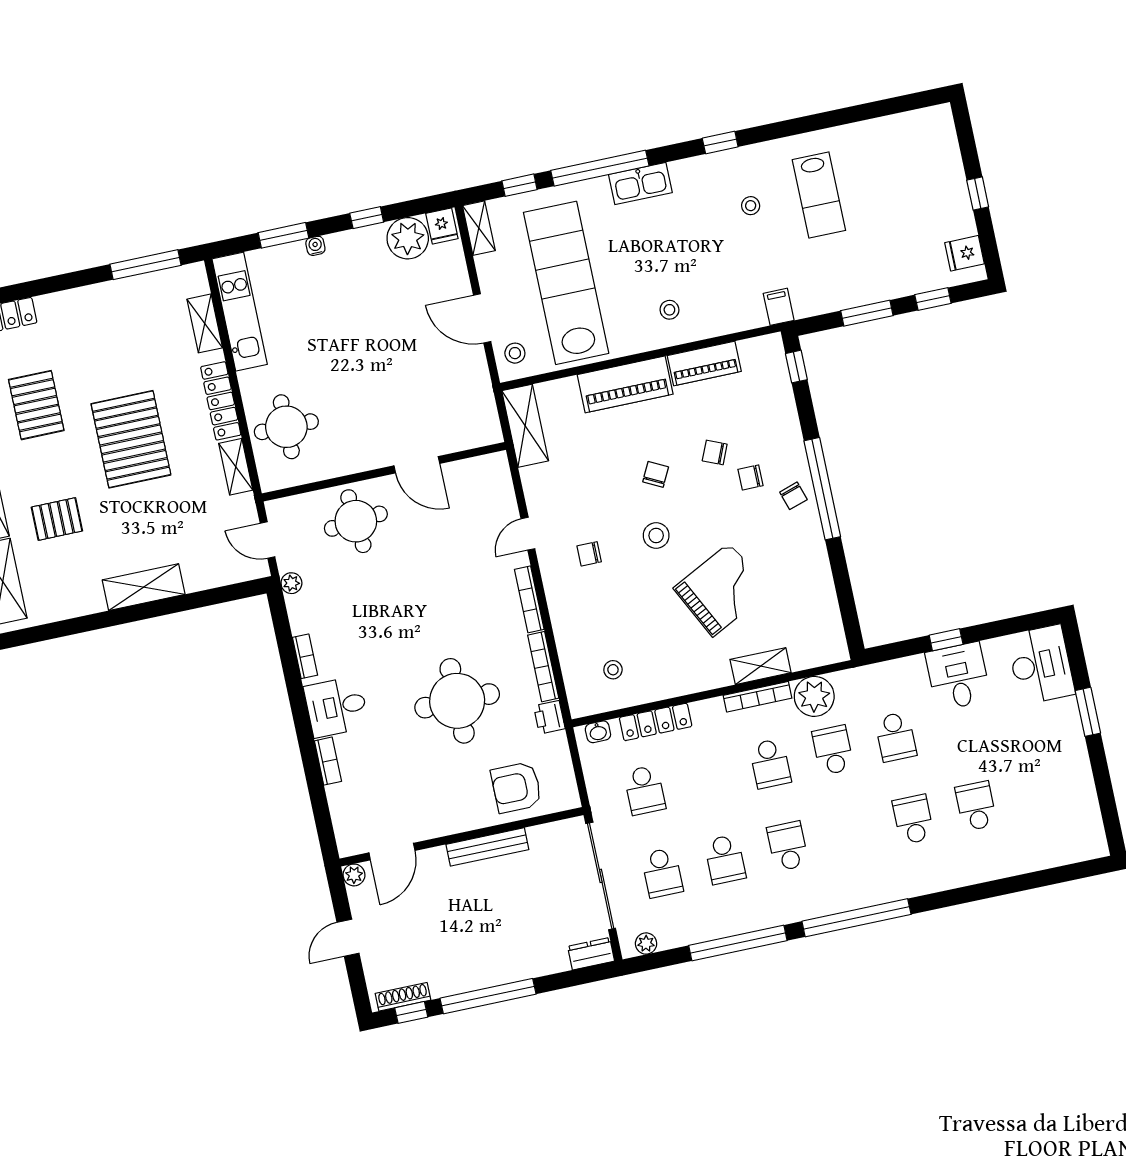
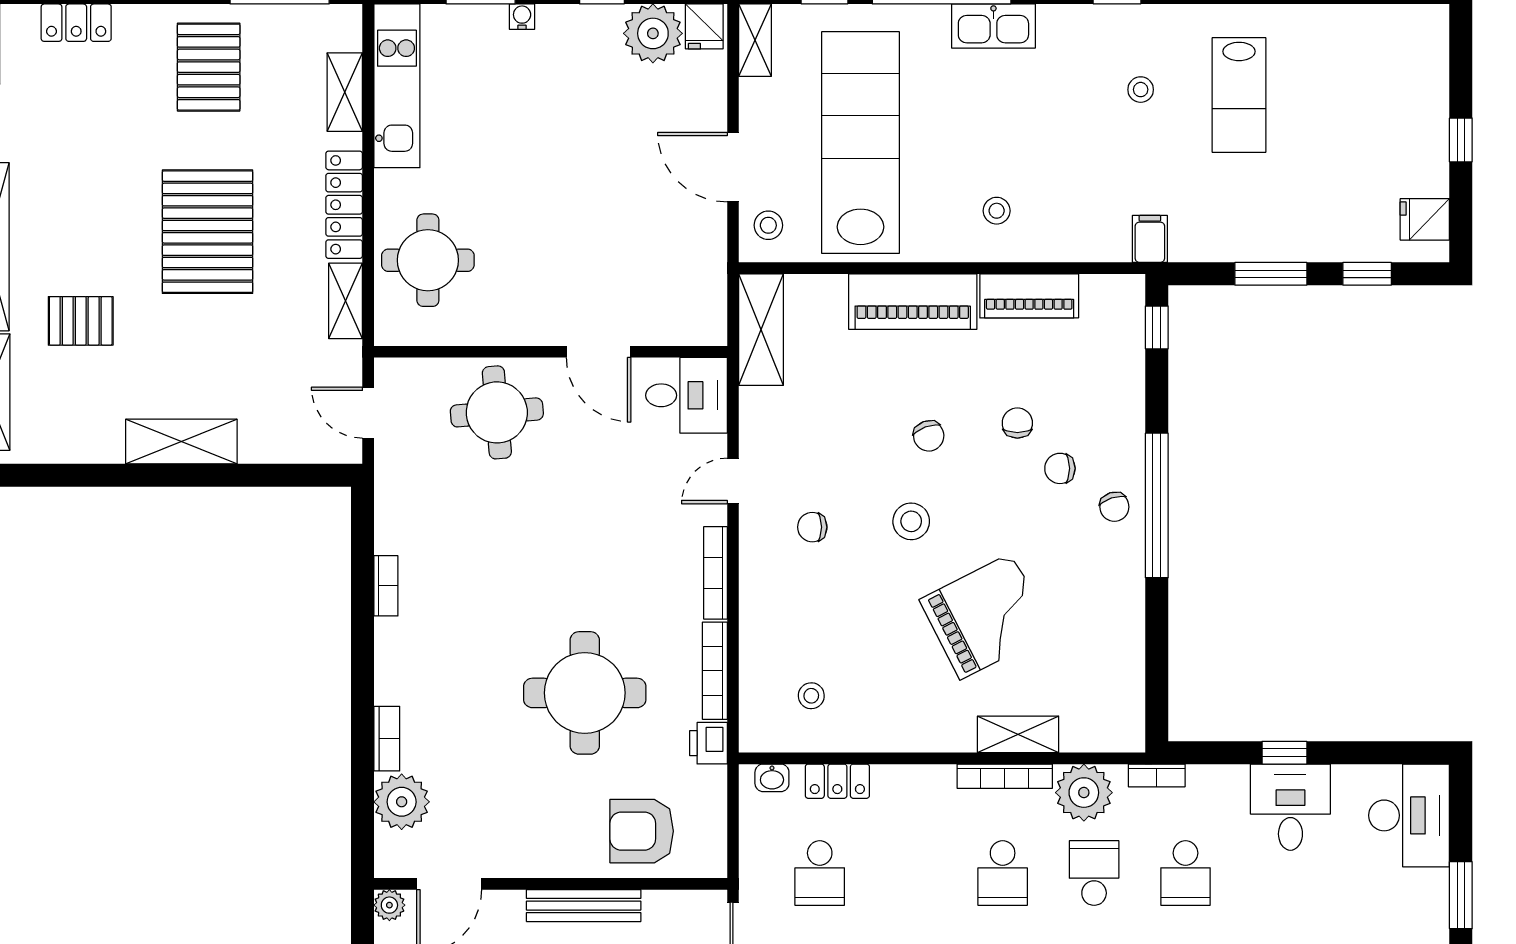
pallet: (36, 405) -> (209, 67), moved
chair: (715, 452) -> (1017, 423), turned 67
chair: (656, 474) -> (929, 436), turned 133
plant: (291, 583) -> (402, 802), moved, width x1.88, depth x1.88
bookcase: (862, 674) -> (1157, 775), added
desk: (336, 707) -> (686, 395), moved, turned 180
locker: (656, 722) -> (837, 781), width x0.66

